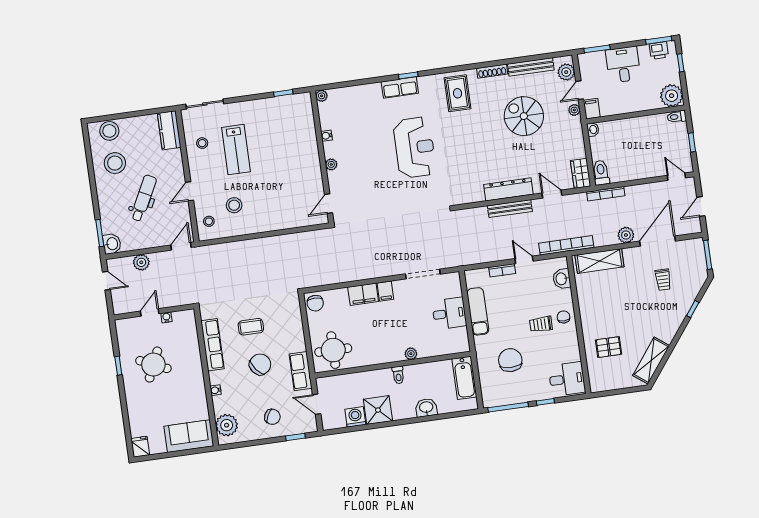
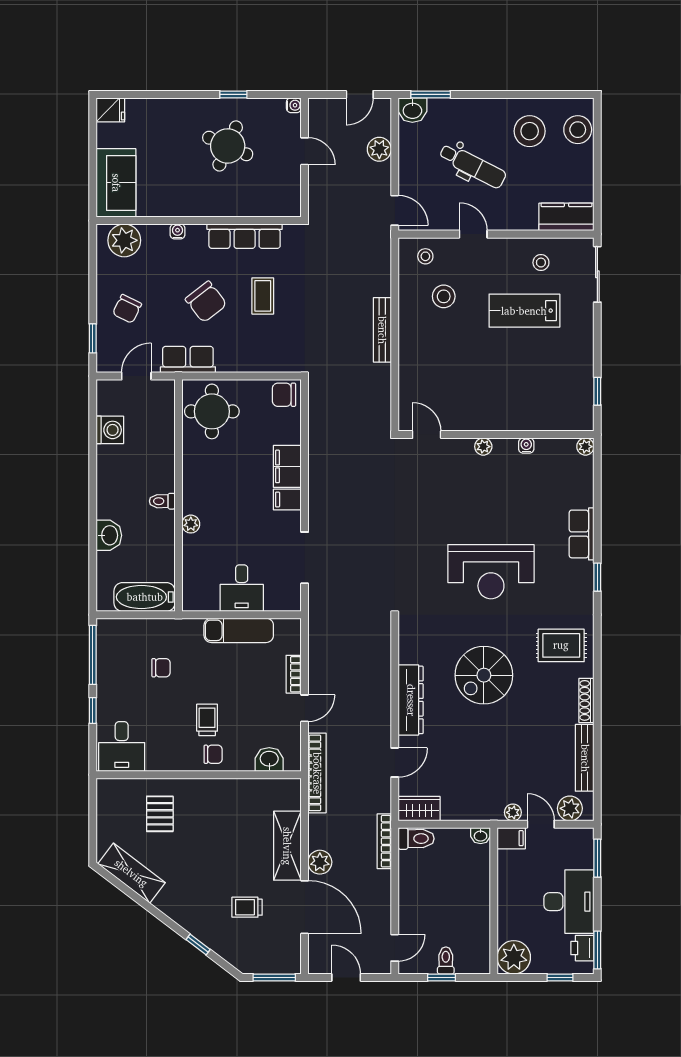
desk: (623, 65) -> (569, 902), width x1.37
row of seats: (400, 87) -> (582, 534), moved
spiral stairs: (524, 116) -> (484, 675), moved, turned 180
toilet: (677, 117) -> (446, 960), moved
bench: (510, 209) -> (382, 330), moved
shelving: (599, 261) -> (287, 846), moved
water cooler: (166, 317) -> (294, 105), moved
chair: (510, 360) -> (161, 668), width x0.54, depth x0.54
shower: (378, 410) -> (115, 464), removed

